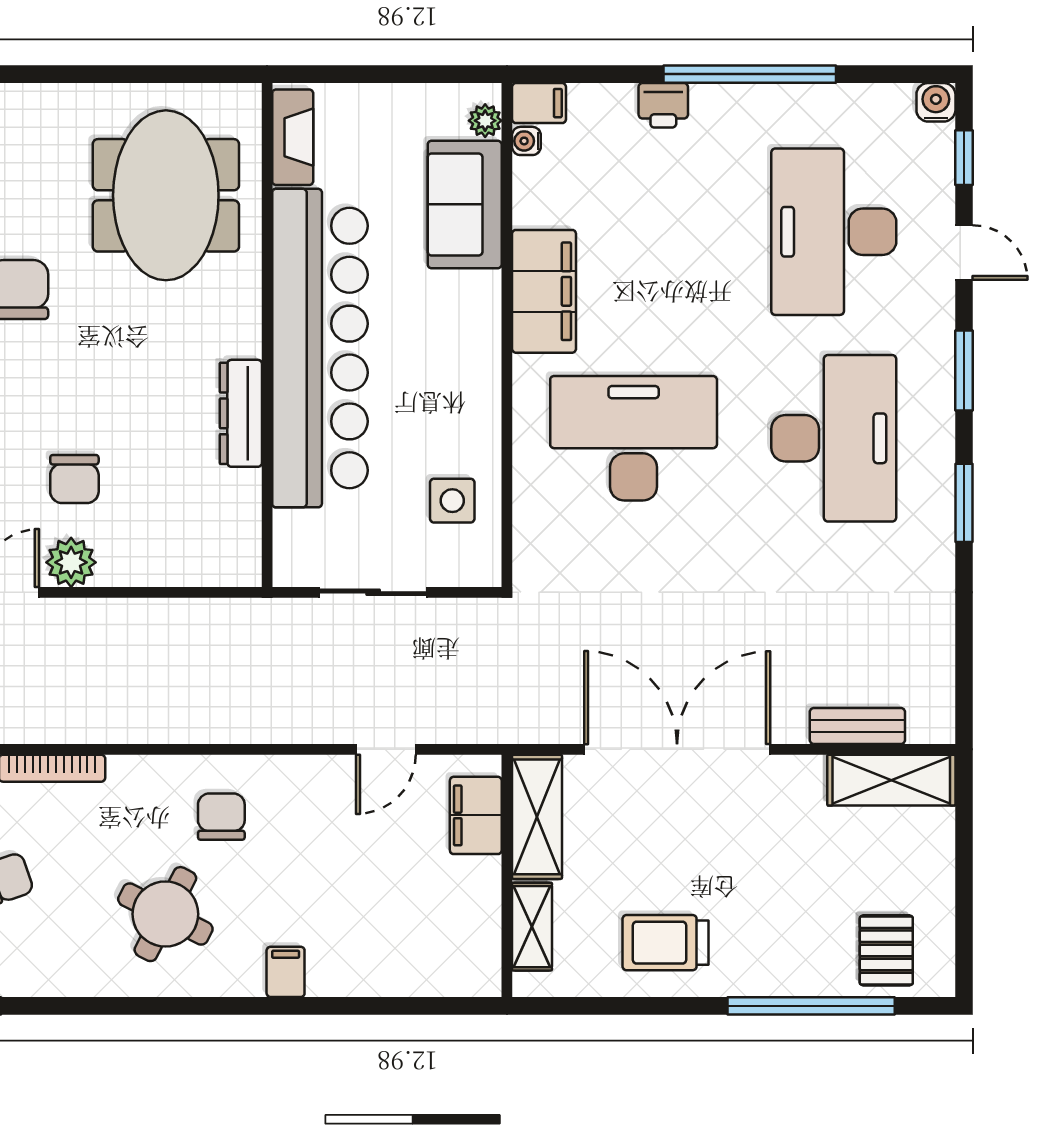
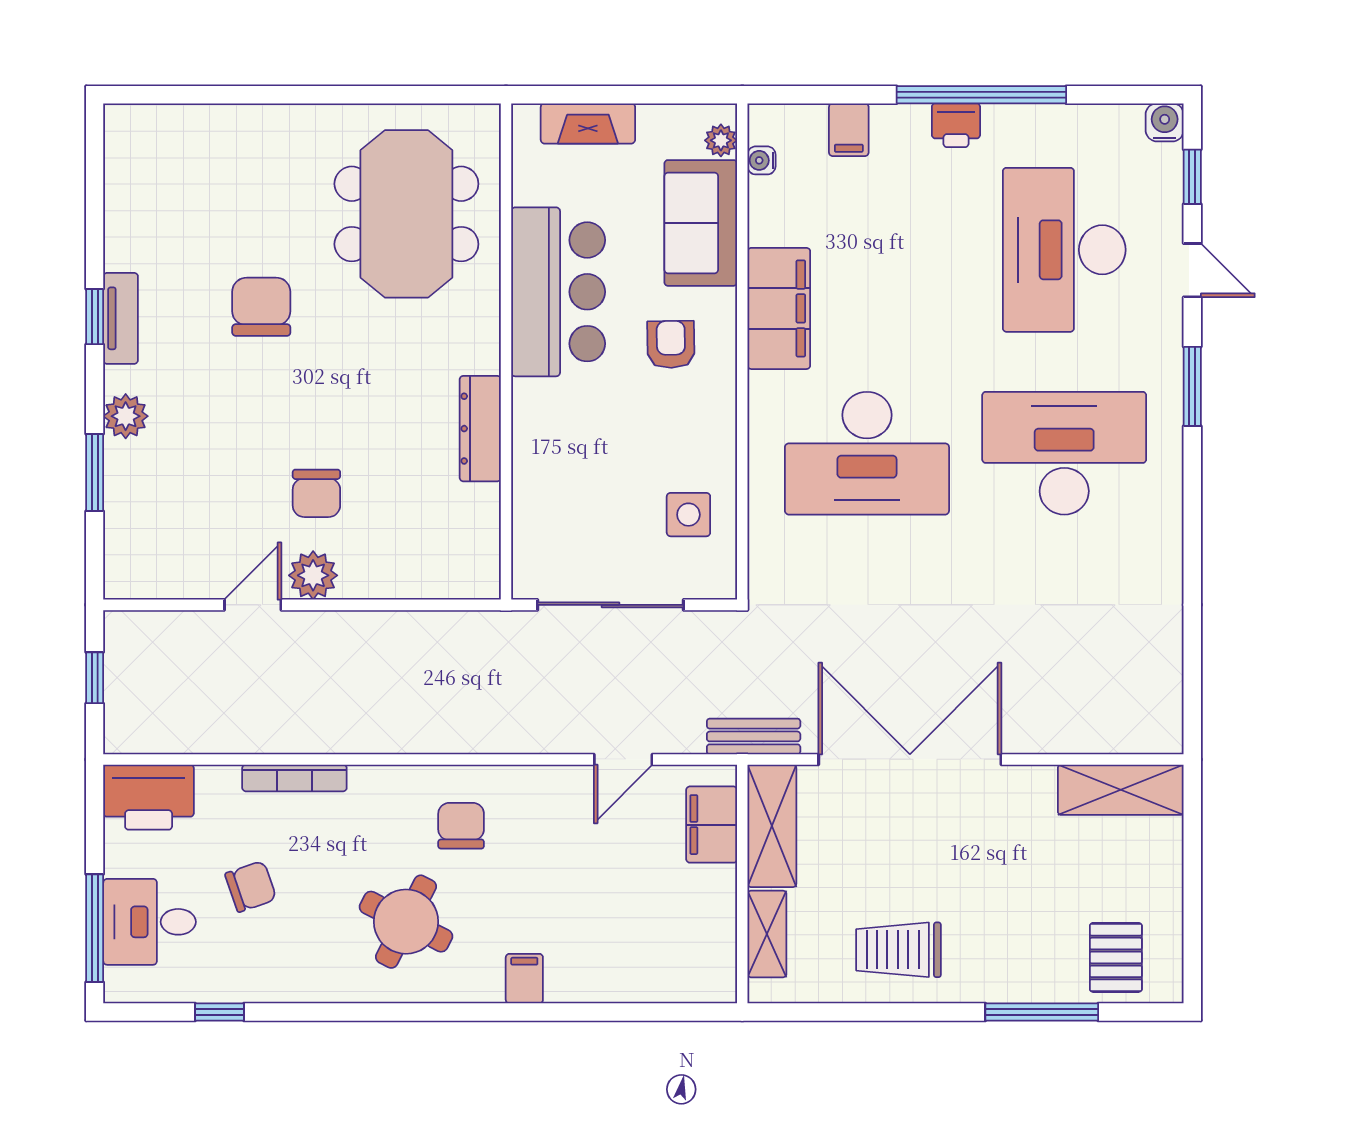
filing cabinet: (539, 103) -> (849, 130), moved, turned 90
printer: (663, 105) -> (956, 125), moved
fireplace: (293, 137) -> (588, 123), moved, turned 90
armchair: (434, 328) -> (671, 344), added
bar counter: (320, 348) -> (558, 292), width x0.54
desk: (634, 438) -> (867, 453), turned 180
desk: (834, 438) -> (1064, 453), turned -90
window: (964, 503) -> (1192, 517), removed
sliding door: (373, 592) -> (610, 605), width x1.37
bench: (857, 726) -> (754, 736), moved
window: (811, 1006) -> (1042, 1012), width x0.68

